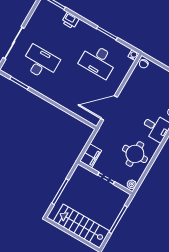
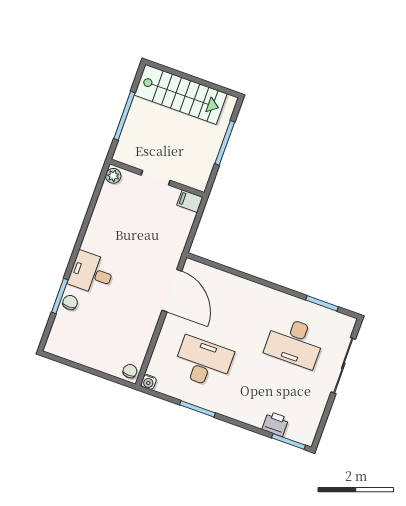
printer: (70, 20) -> (275, 424), moved
door: (109, 108) -> (172, 291), hinge flipped
round table: (135, 154) -> (117, 225), removed
filing cabinet: (91, 156) -> (190, 201), width x0.50

